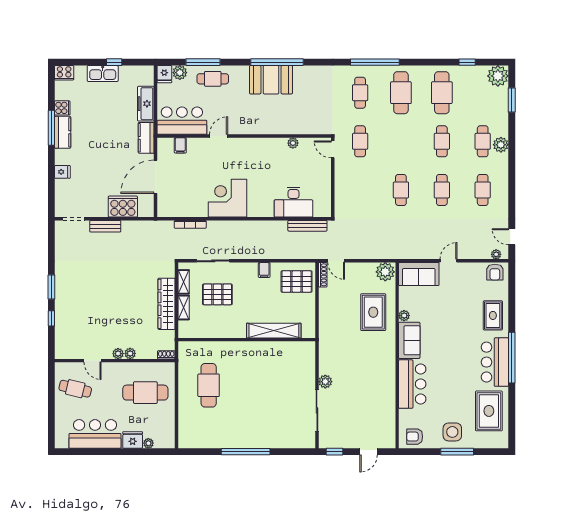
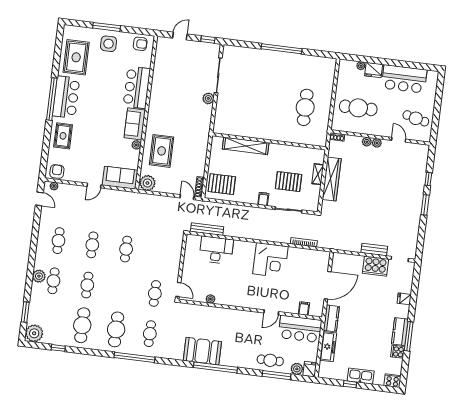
booth: (271, 80) -> (202, 351), moved
cooker: (123, 207) -> (375, 266), moved
filing cabinet: (264, 270) -> (263, 199), moved
shelving: (184, 282) -> (315, 195), removed

